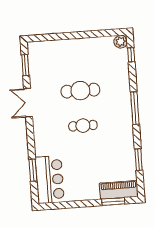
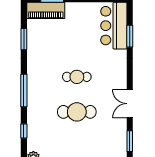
window: (131, 55) -> (24, 131), moved
double door: (28, 103) -> (130, 104), swing flipped

